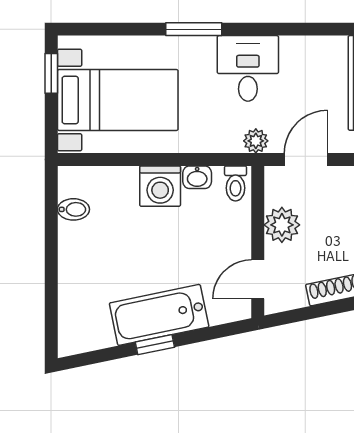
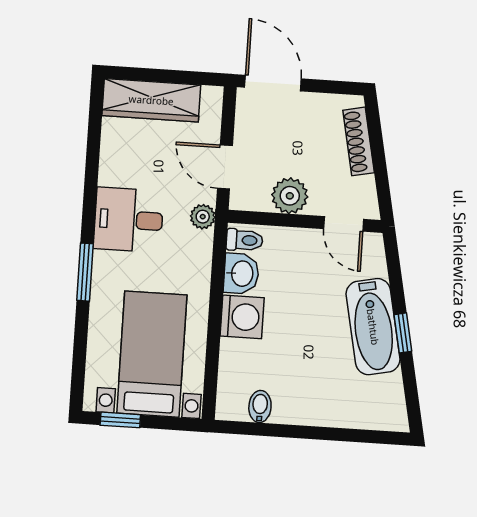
washbasin: (197, 177) -> (241, 274), width x1.38, depth x1.45

